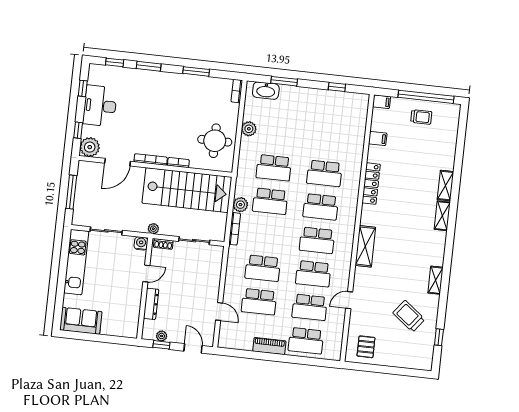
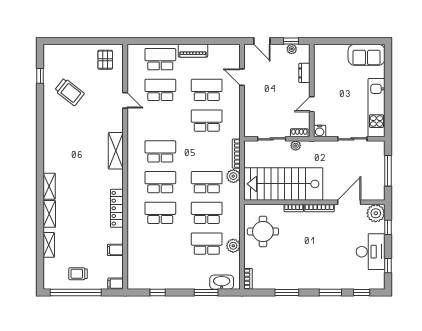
plant: (153, 229) -> (296, 146), moved
school desk: (313, 274) -> (207, 244), moved
shelving: (436, 280) -> (49, 245), moved
door: (349, 300) -> (125, 100), hinge flipped
dresser: (151, 304) -> (304, 73), width x0.70

